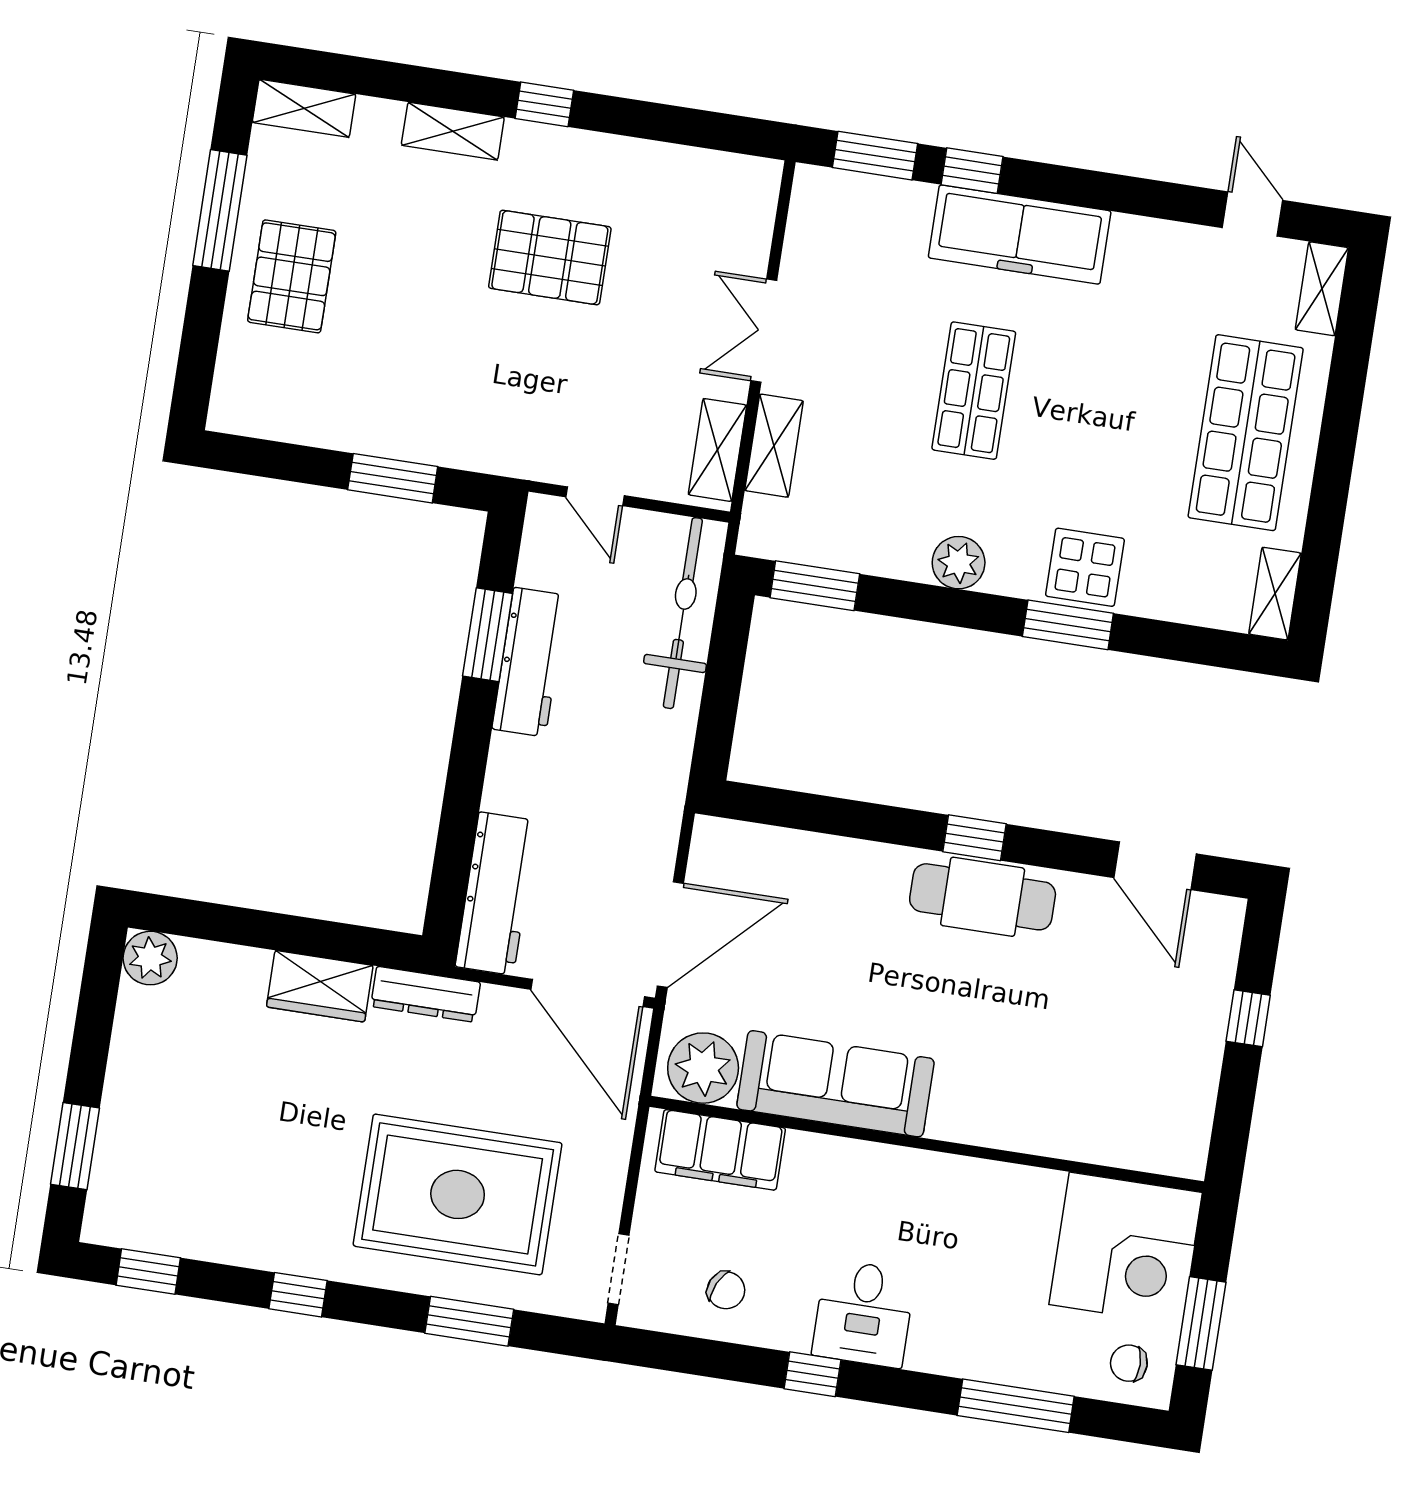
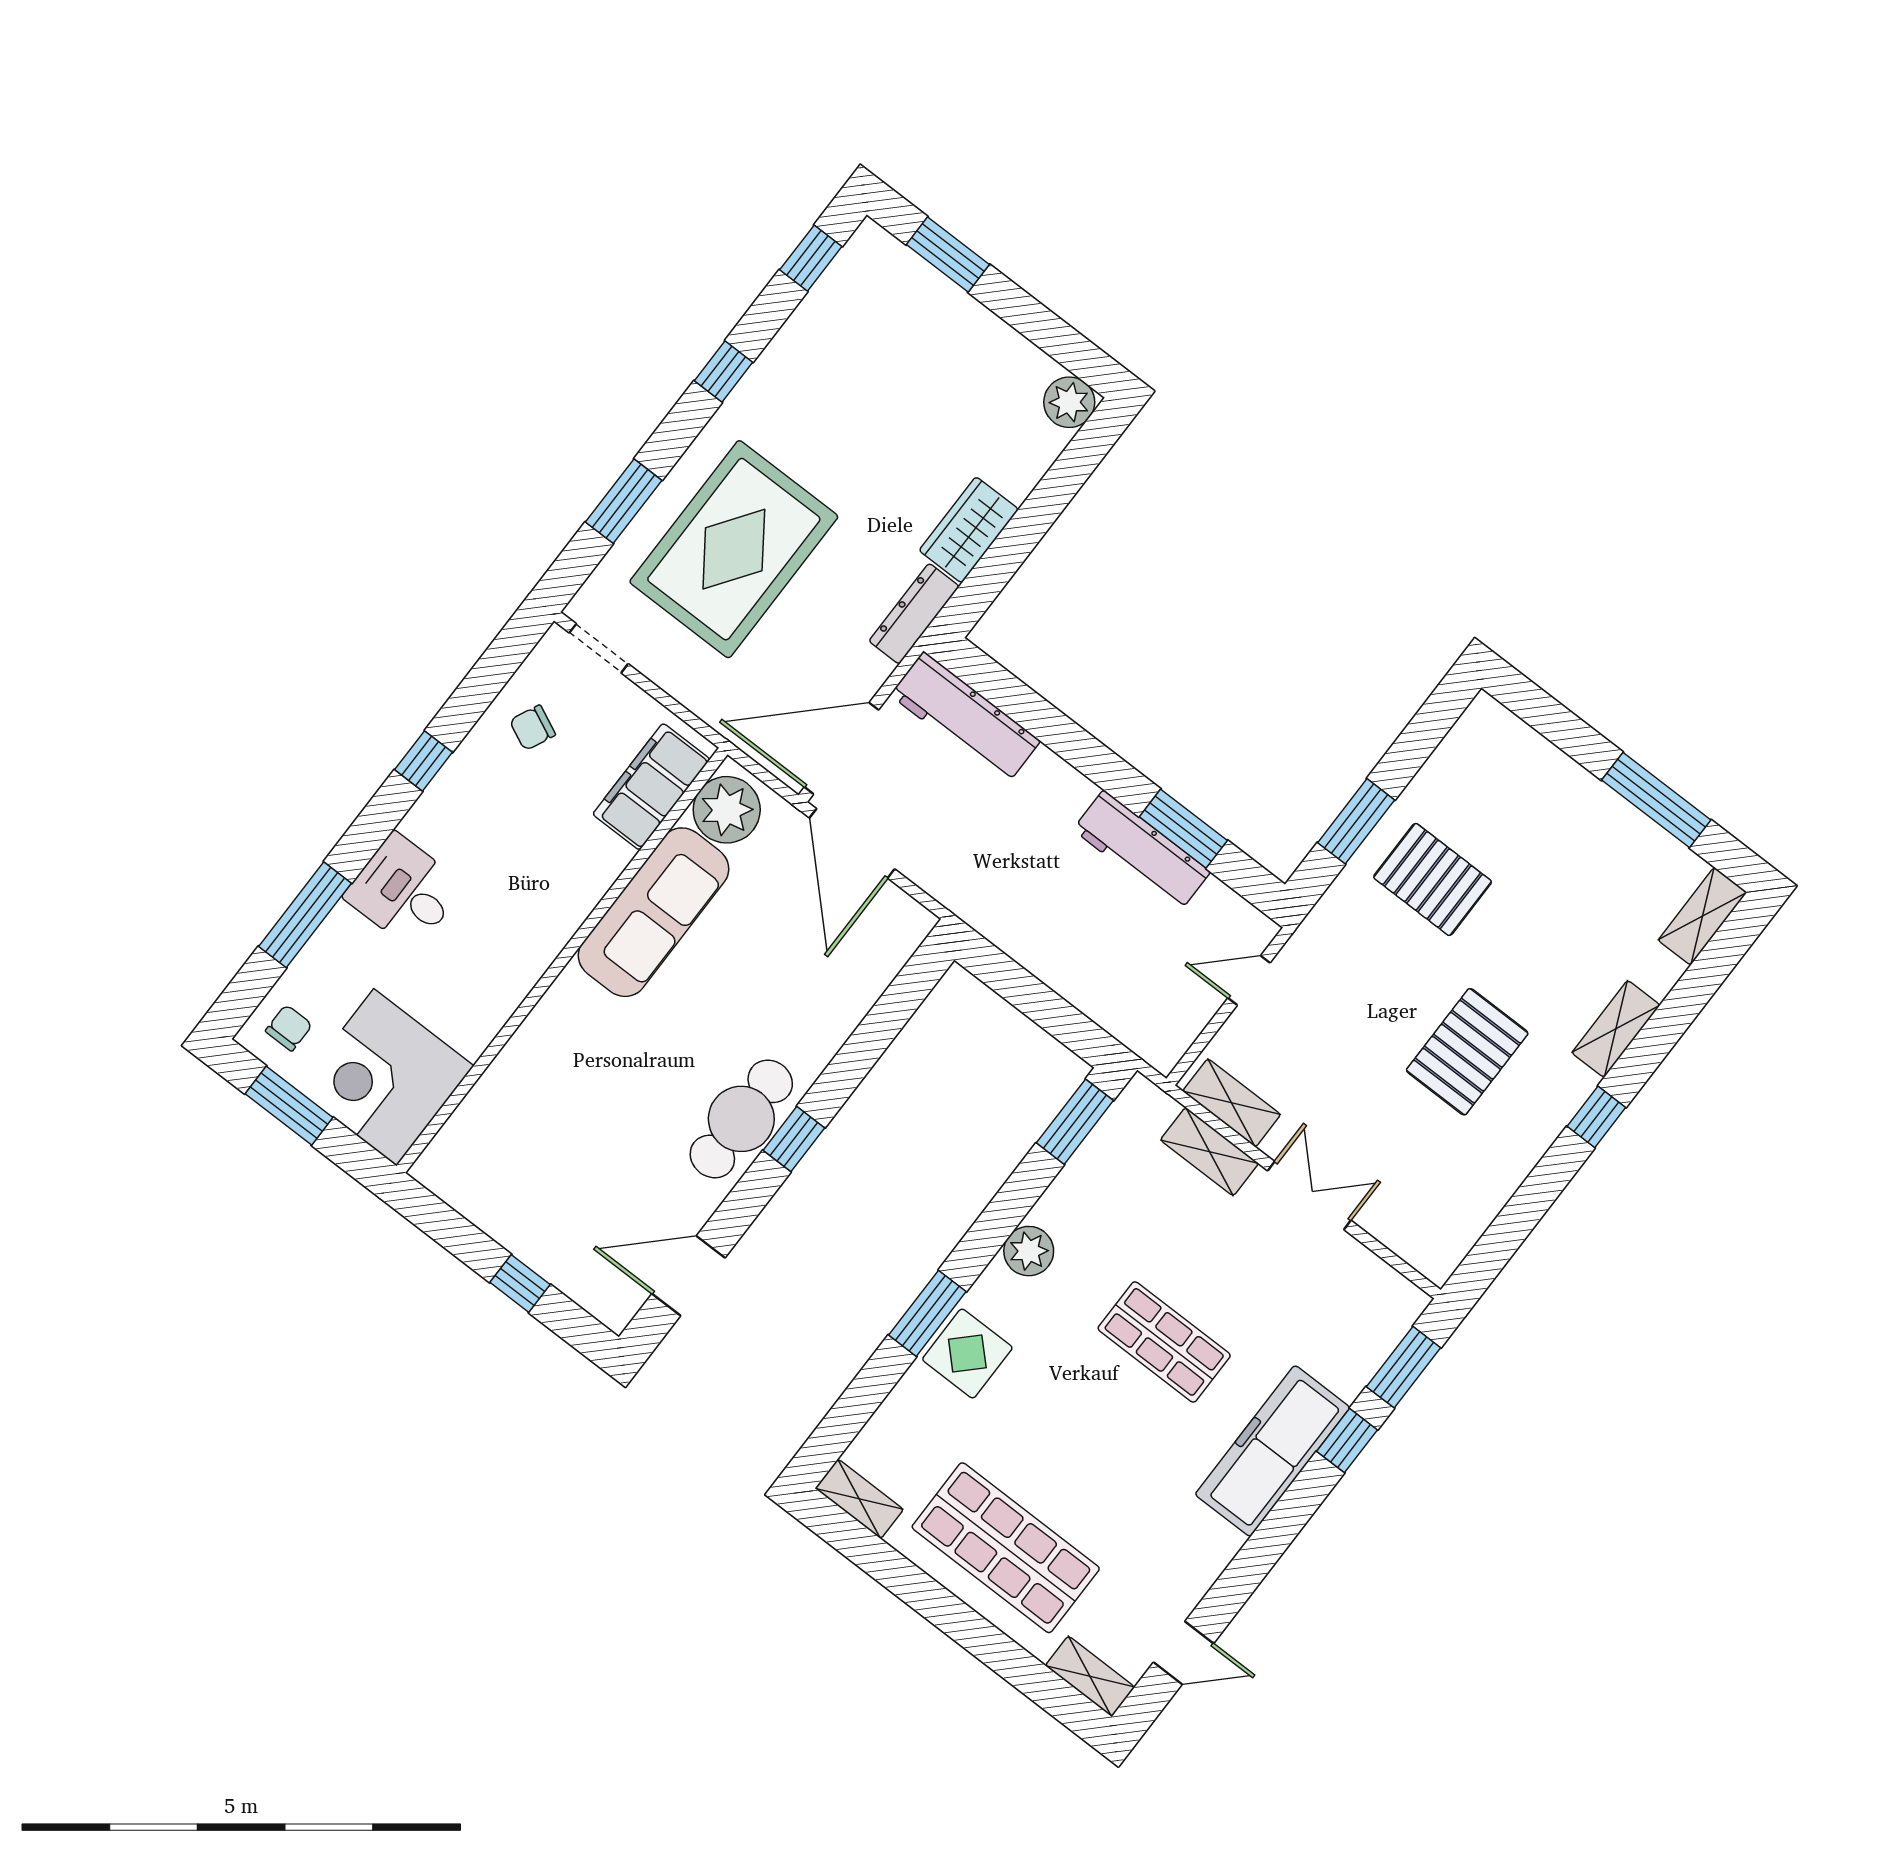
pallet: (292, 276) -> (1433, 879), moved
bicycle: (683, 613) -> (1112, 1000), removed
desk: (864, 1314) -> (404, 891), moved

